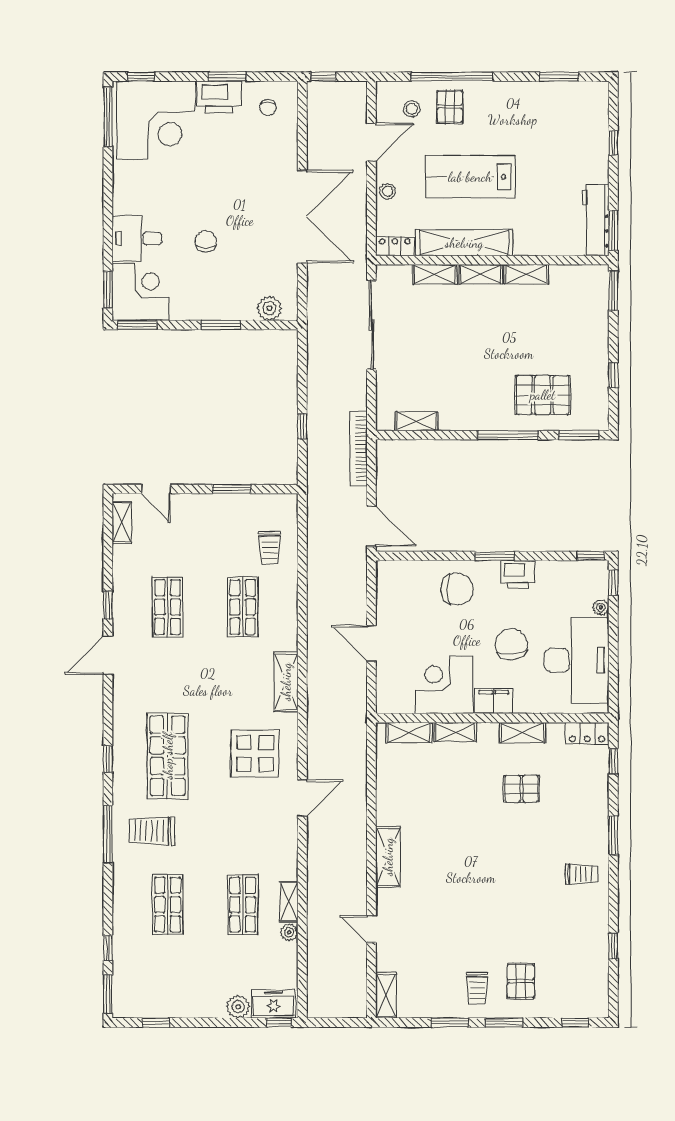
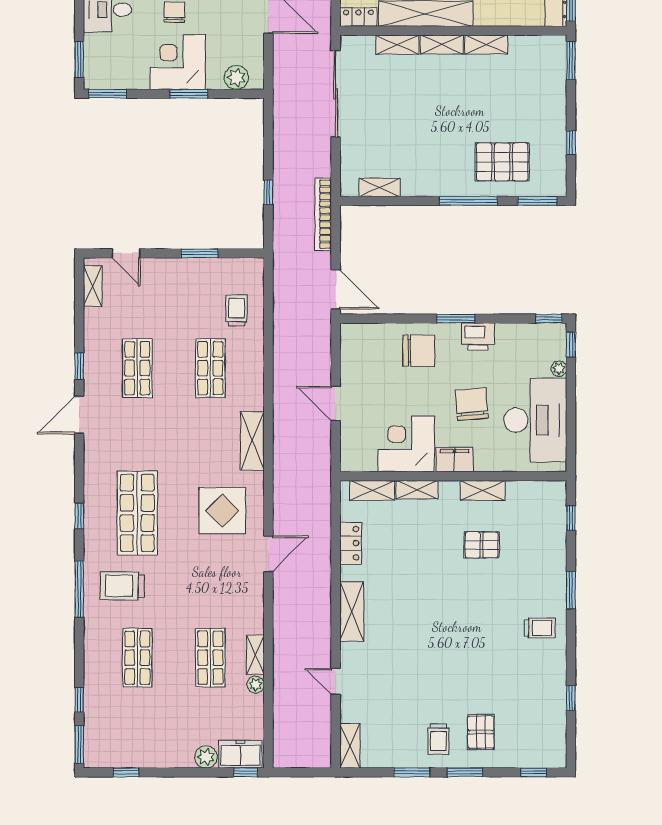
corner desk: (140, 291) -> (178, 62), moved, turned -90
trolley: (270, 548) -> (236, 310), turned 180
locker: (587, 733) -> (351, 543), moved, turned -90

